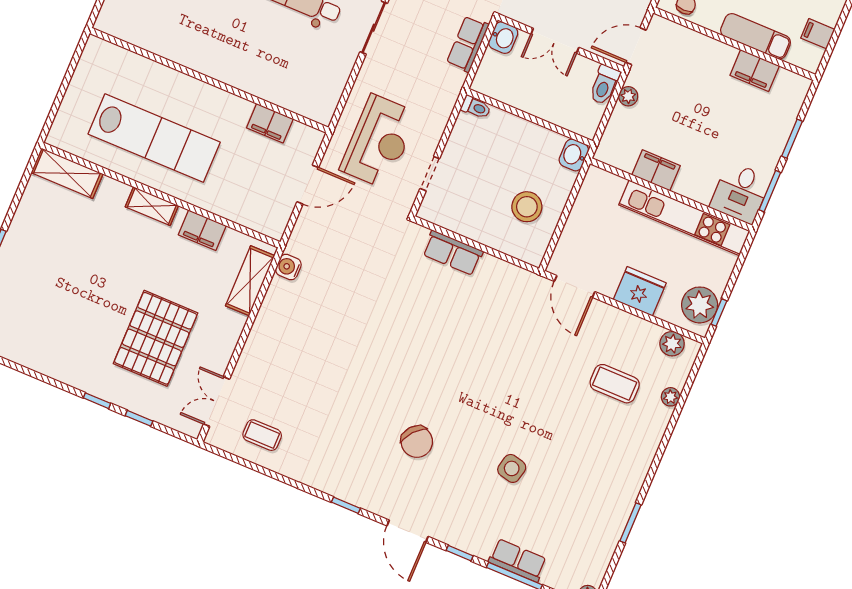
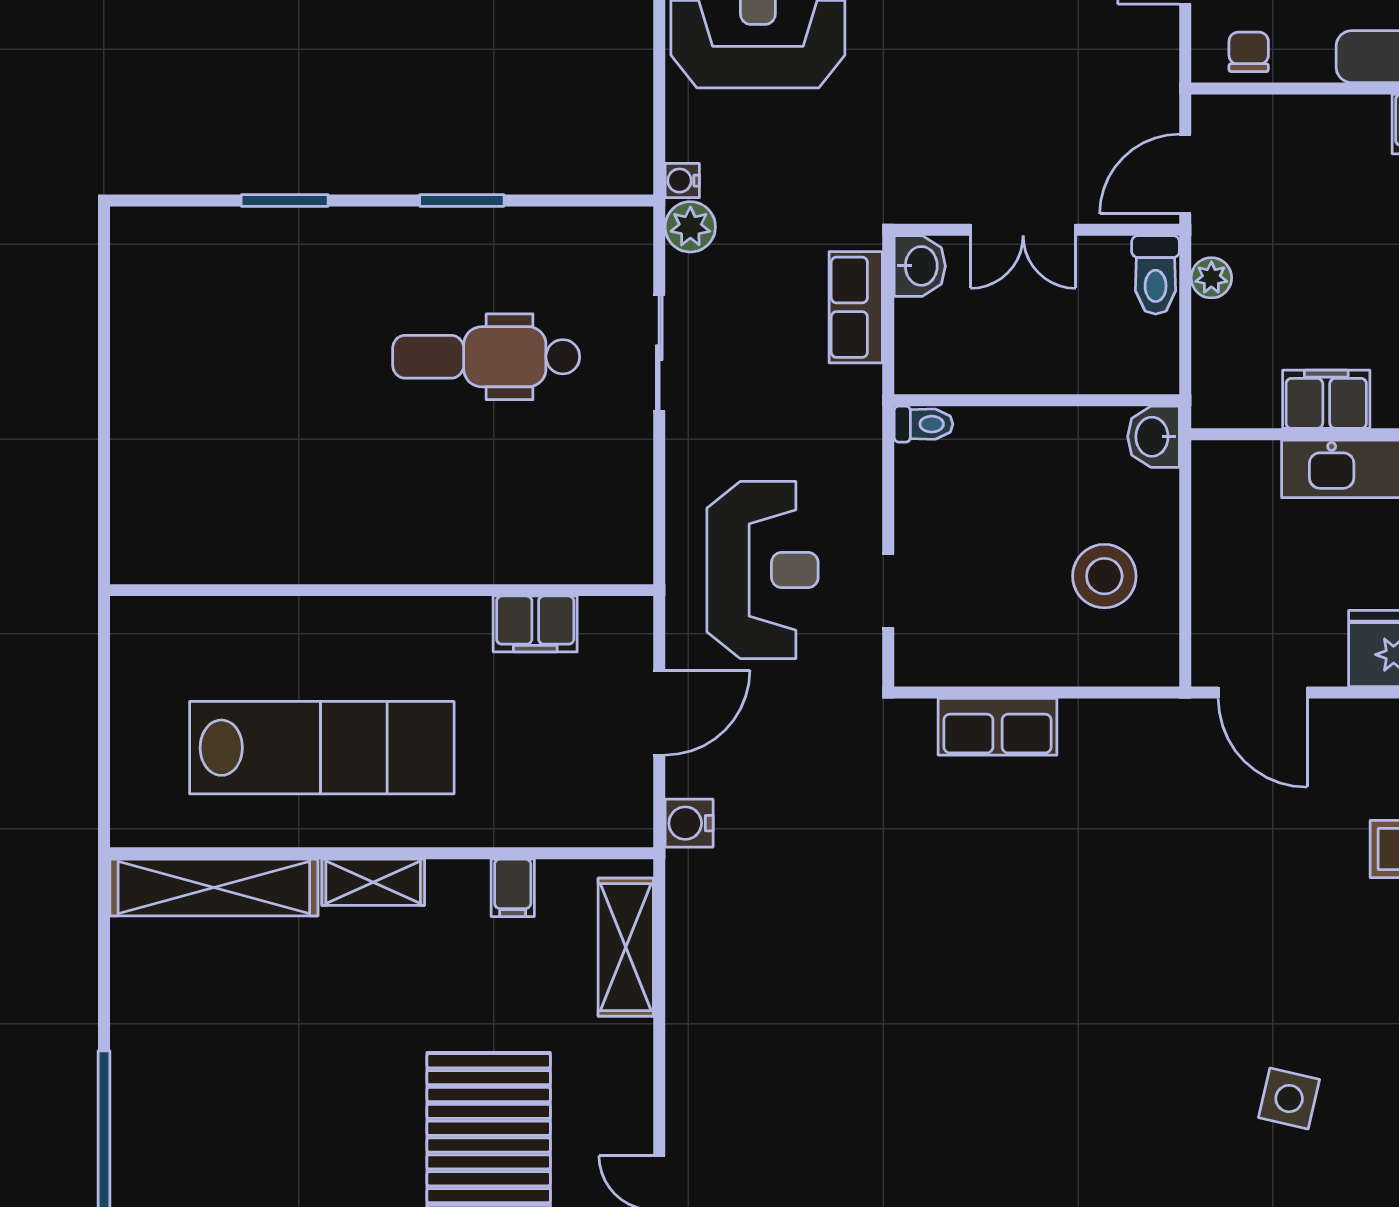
shelving: (67, 173) -> (214, 887), width x1.47
filing cabinet: (202, 230) -> (513, 888), width x0.50
water cooler: (288, 267) -> (689, 823), moved
chair: (417, 442) -> (1082, 1124), removed

